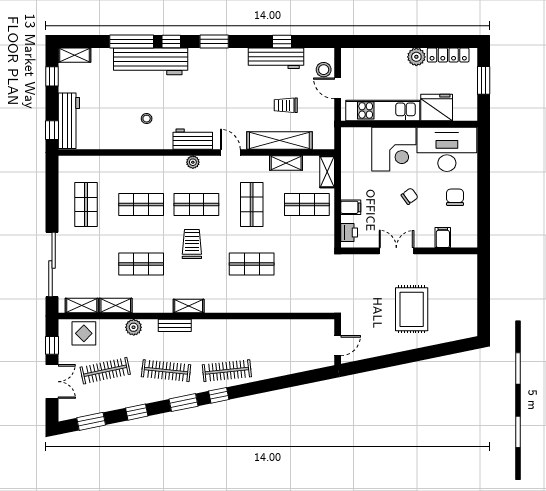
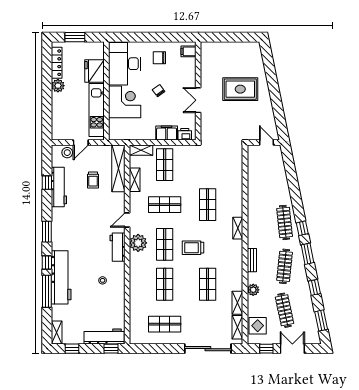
shelving: (279, 140) -> (118, 168), moved
plant: (193, 162) -> (138, 243), width x1.87, depth x1.87
filing cabinet: (351, 207) -> (167, 133), width x2.00
filing cabinet: (443, 238) -> (188, 51), moved
shelving: (189, 306) -> (238, 228), moved

